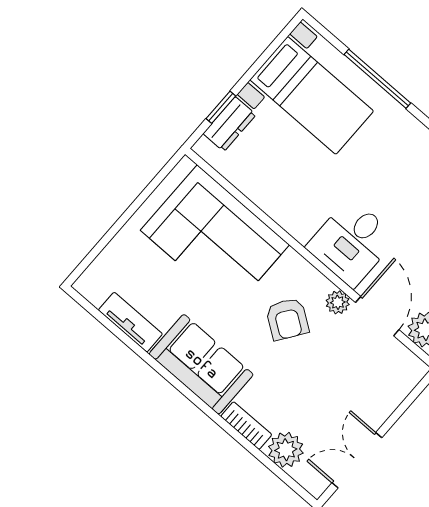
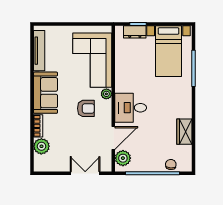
plant: (338, 302) -> (106, 94), moved
armchair: (287, 319) -> (86, 108), turned -125
tv unit: (130, 322) -> (39, 51), width x1.41
double door: (357, 460) -> (85, 173), moved

